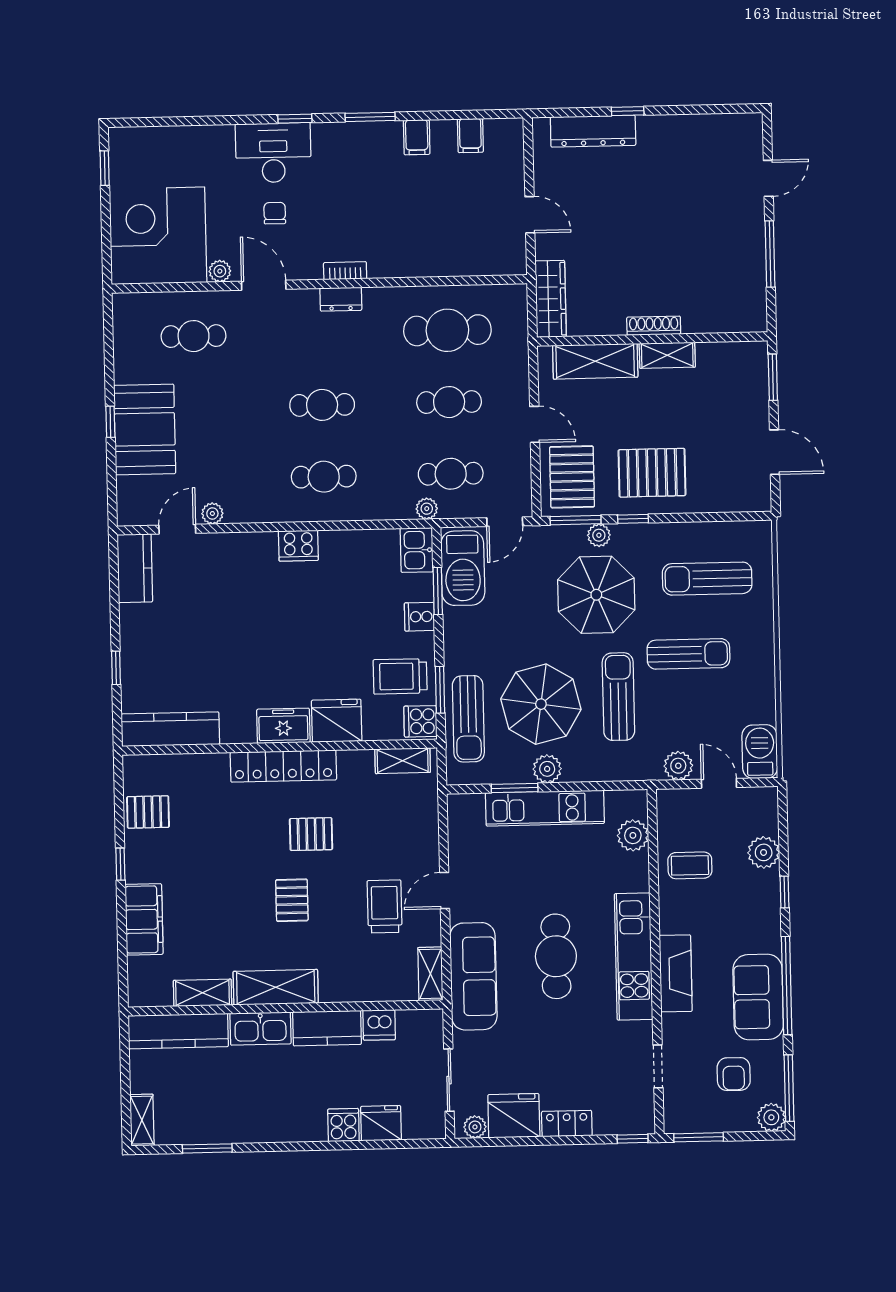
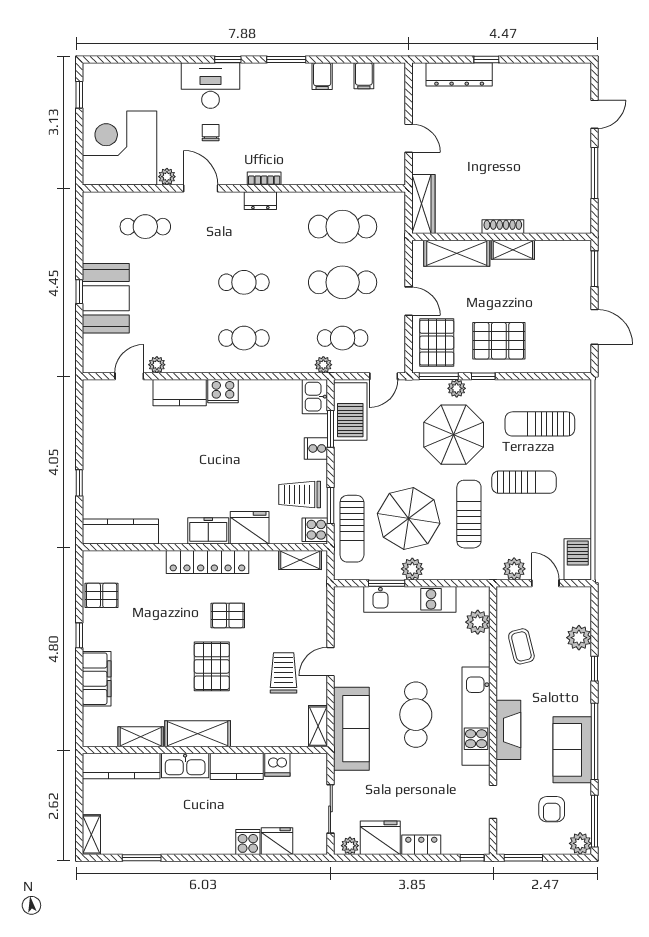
cafe table: (449, 402) -> (343, 282), width x1.37, depth x1.35
kitchen counter: (135, 568) -> (180, 393), moved, turned 90
coffee table: (690, 865) -> (521, 646), turned 76
pallet: (292, 900) -> (212, 666), width x1.50, depth x1.42

